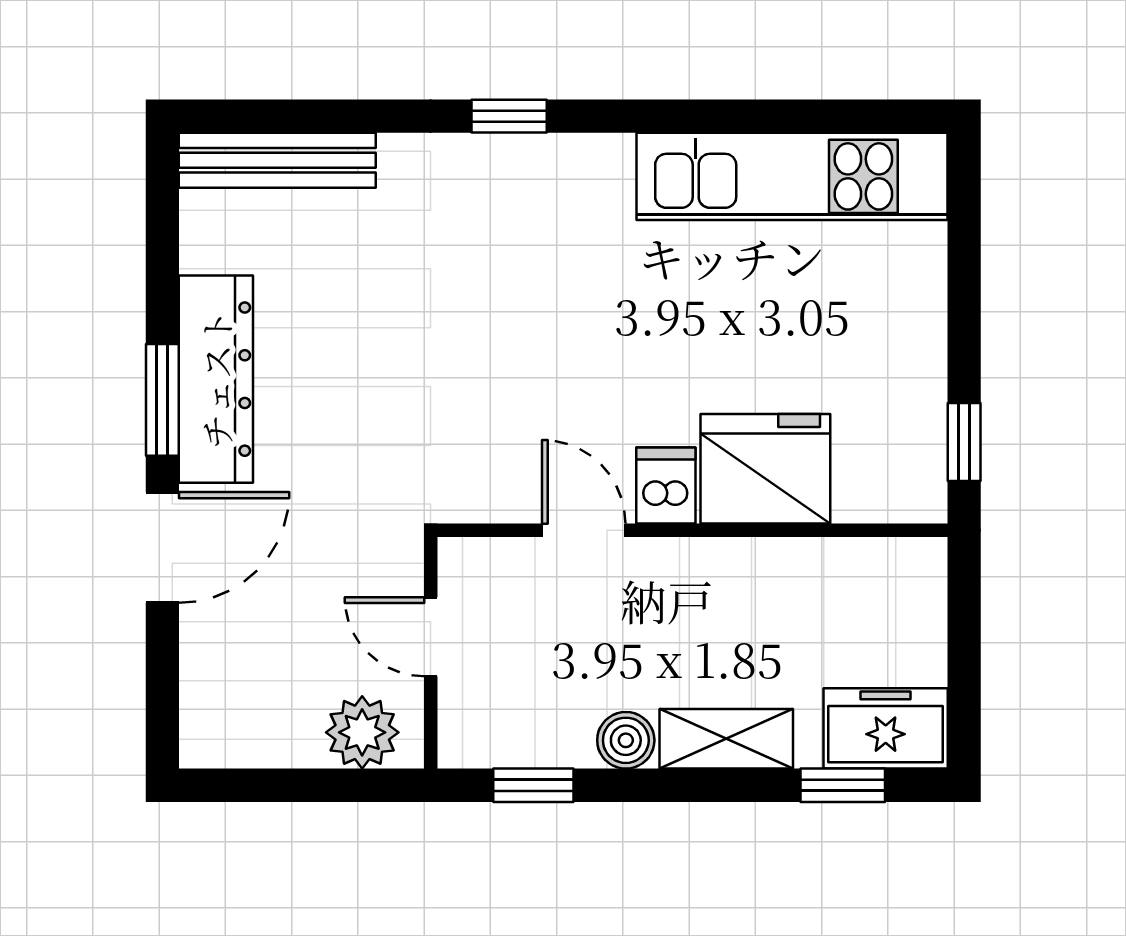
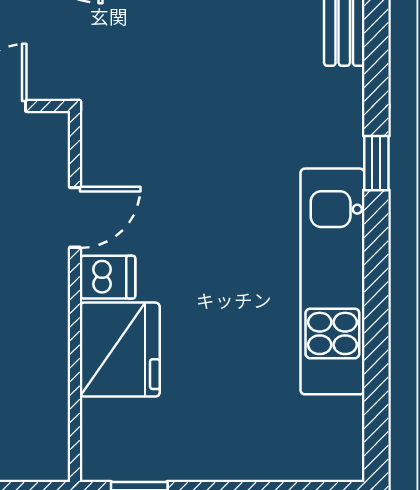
kitchen unit: (792, 176) -> (332, 281), moved

